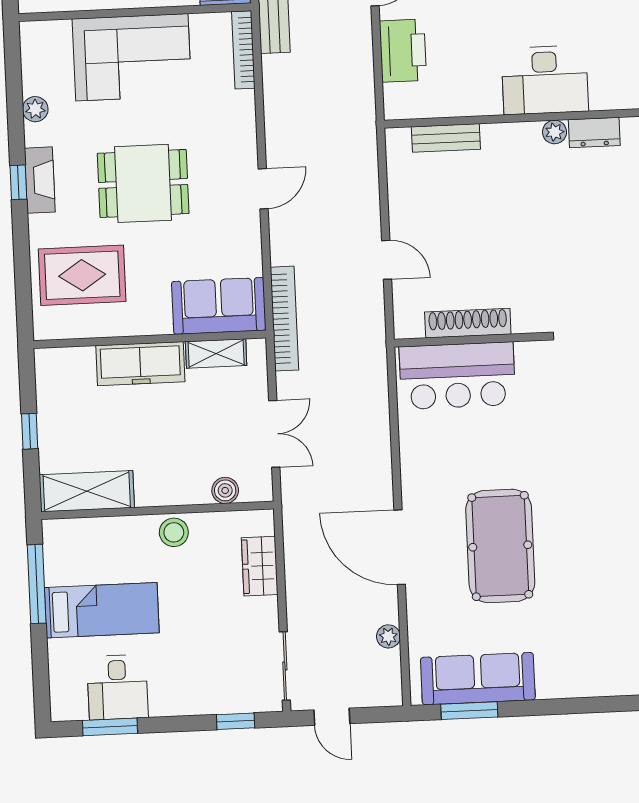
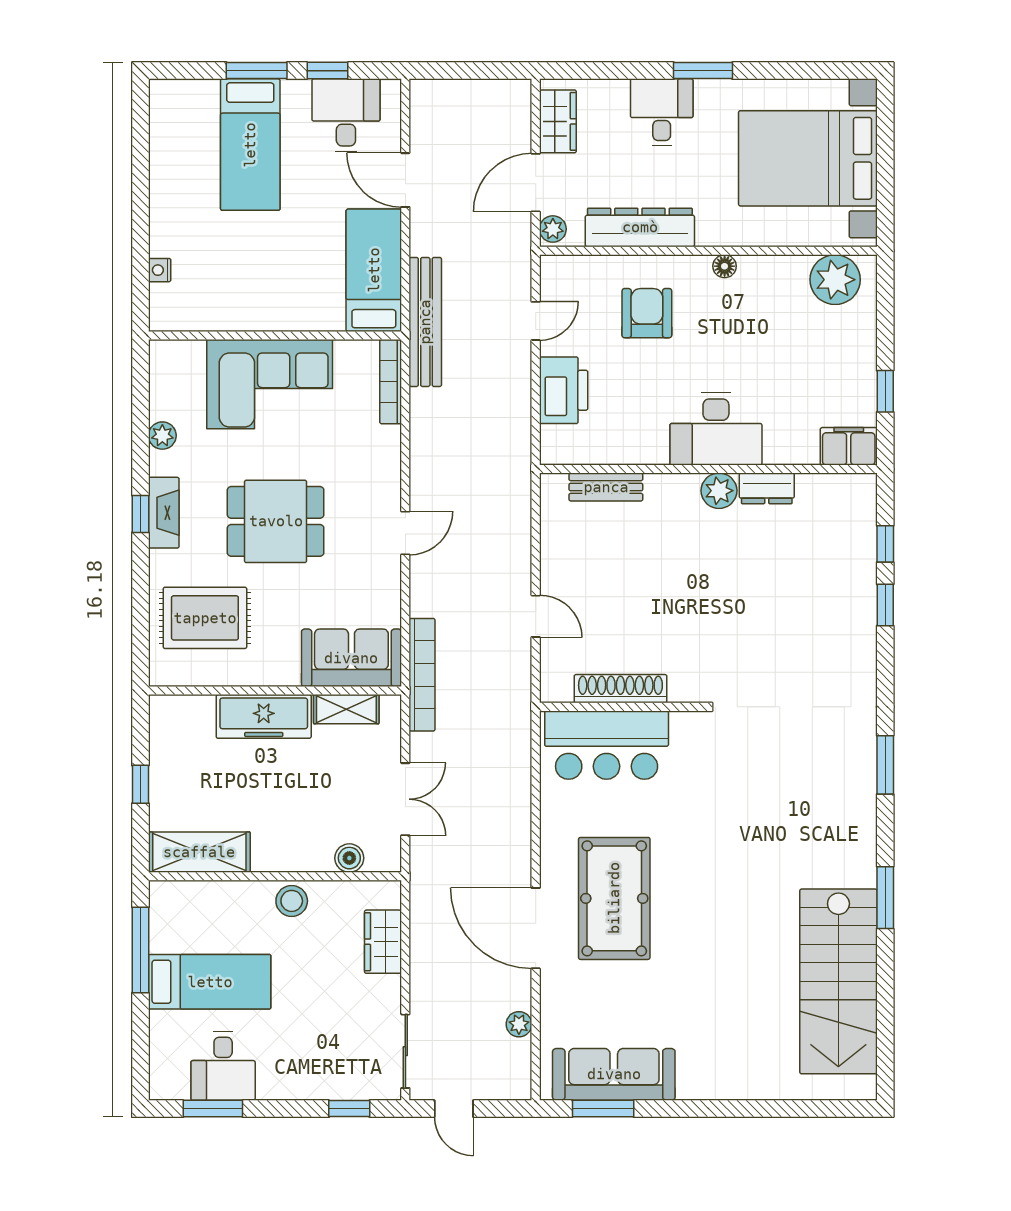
plant: (555, 132) -> (719, 491), width x1.38, depth x1.38
pool table: (500, 546) -> (614, 898), moved

